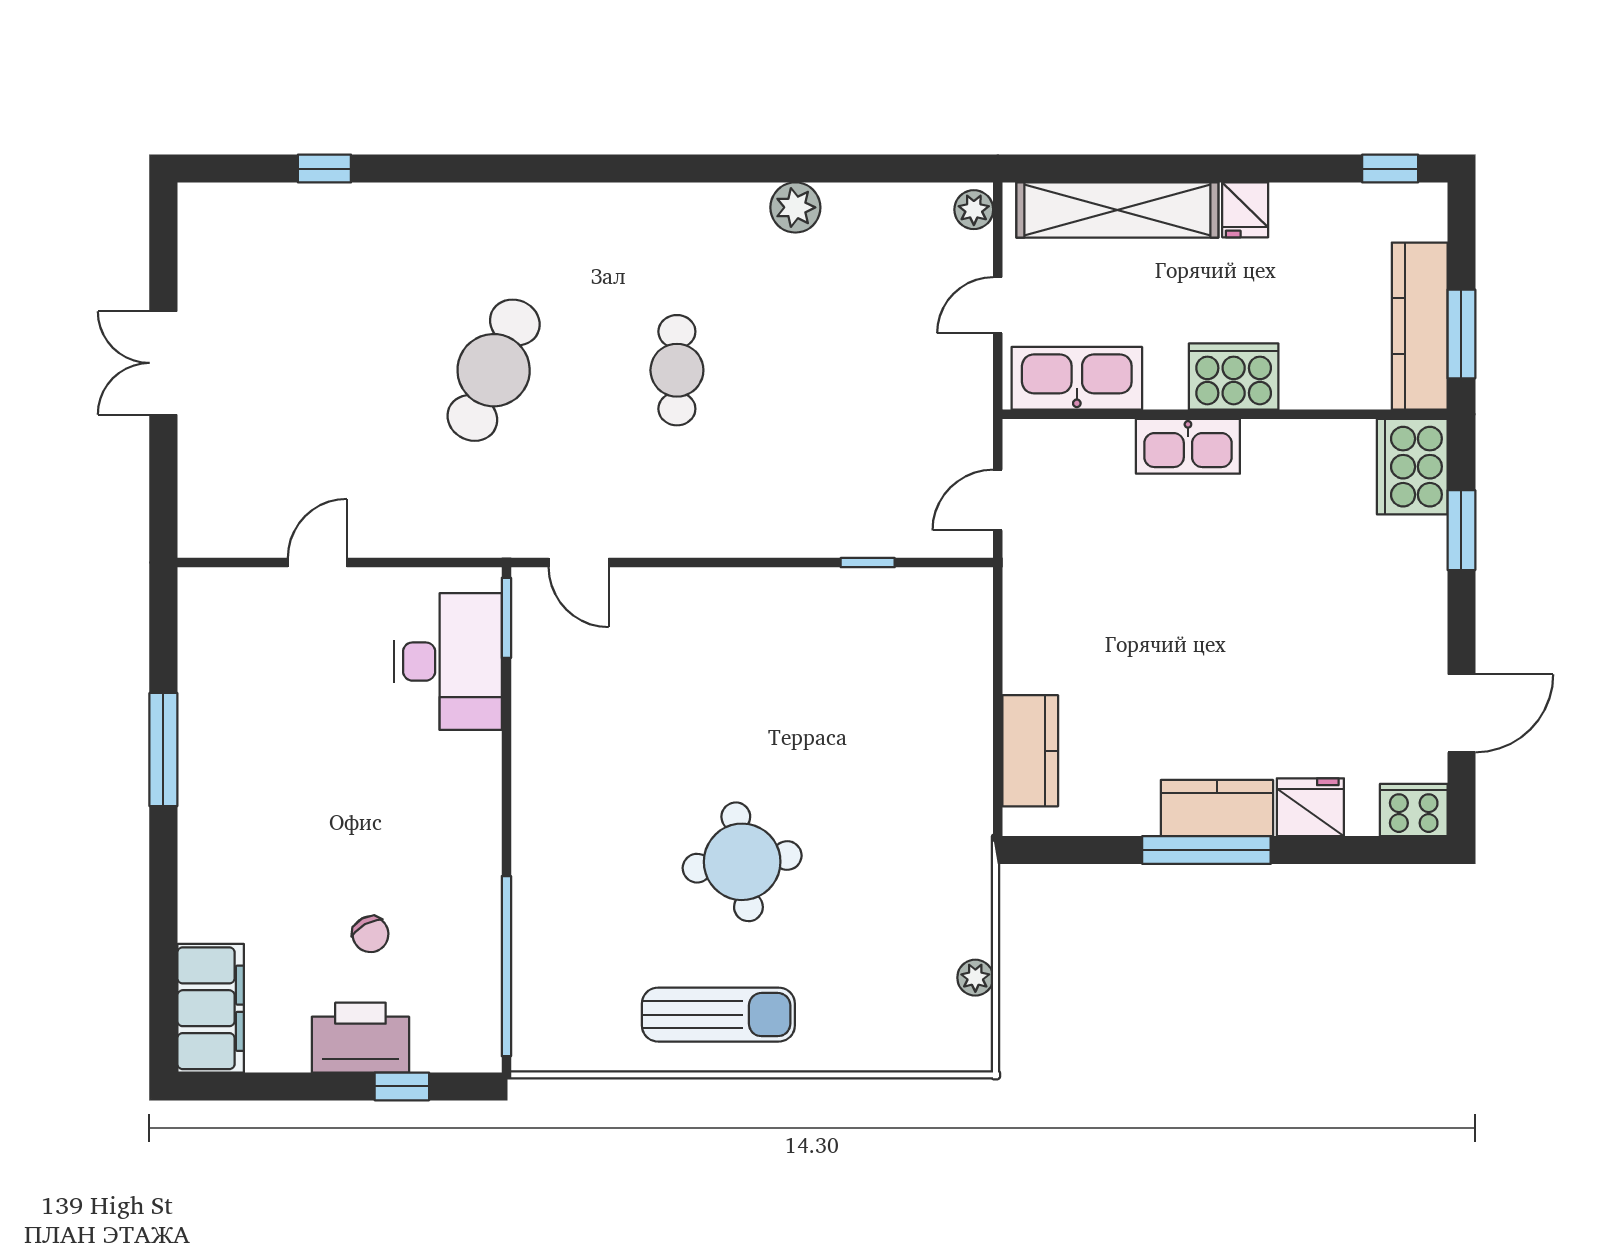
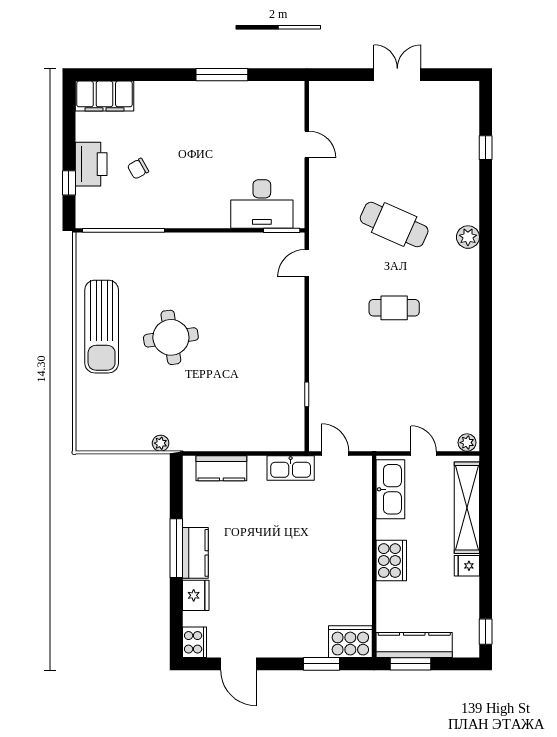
plant: (795, 207) -> (468, 237), moved
kitchen sink: (1188, 446) -> (291, 468), moved, turned -90
plant: (975, 978) -> (161, 443), moved
sun lounger: (718, 1015) -> (102, 327), width x1.36, depth x1.34

